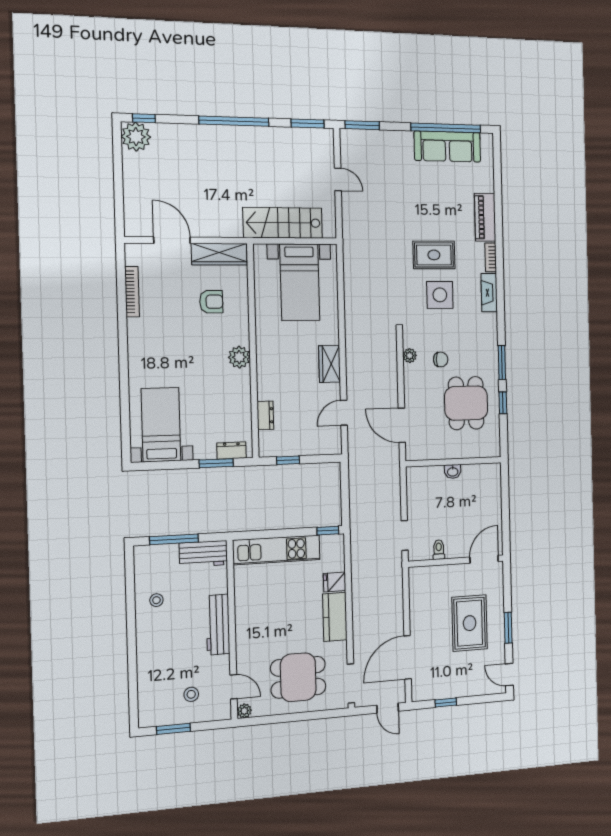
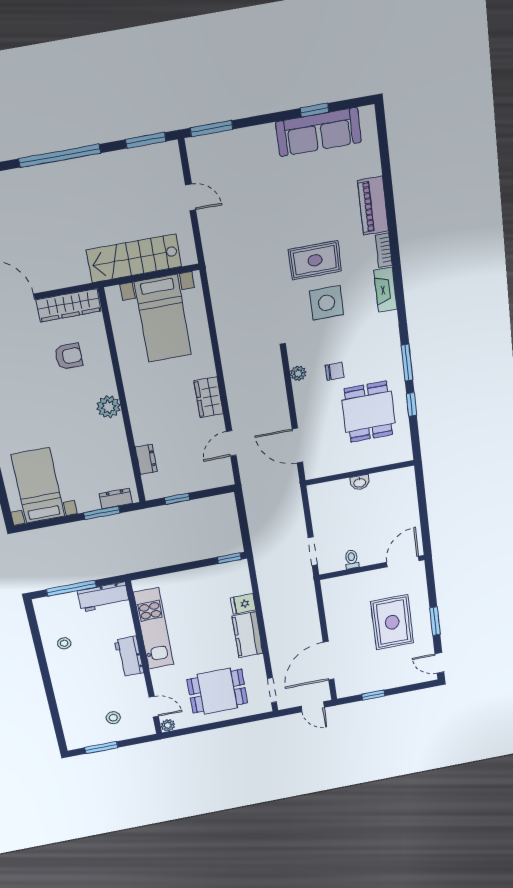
window: (446, 128) -> (314, 110), width x0.32
kitchen unit: (276, 550) -> (154, 629), moved, turned -90
workbench: (218, 625) -> (129, 656), width x0.73
doorway: (351, 684) -> (272, 690), width x0.73

